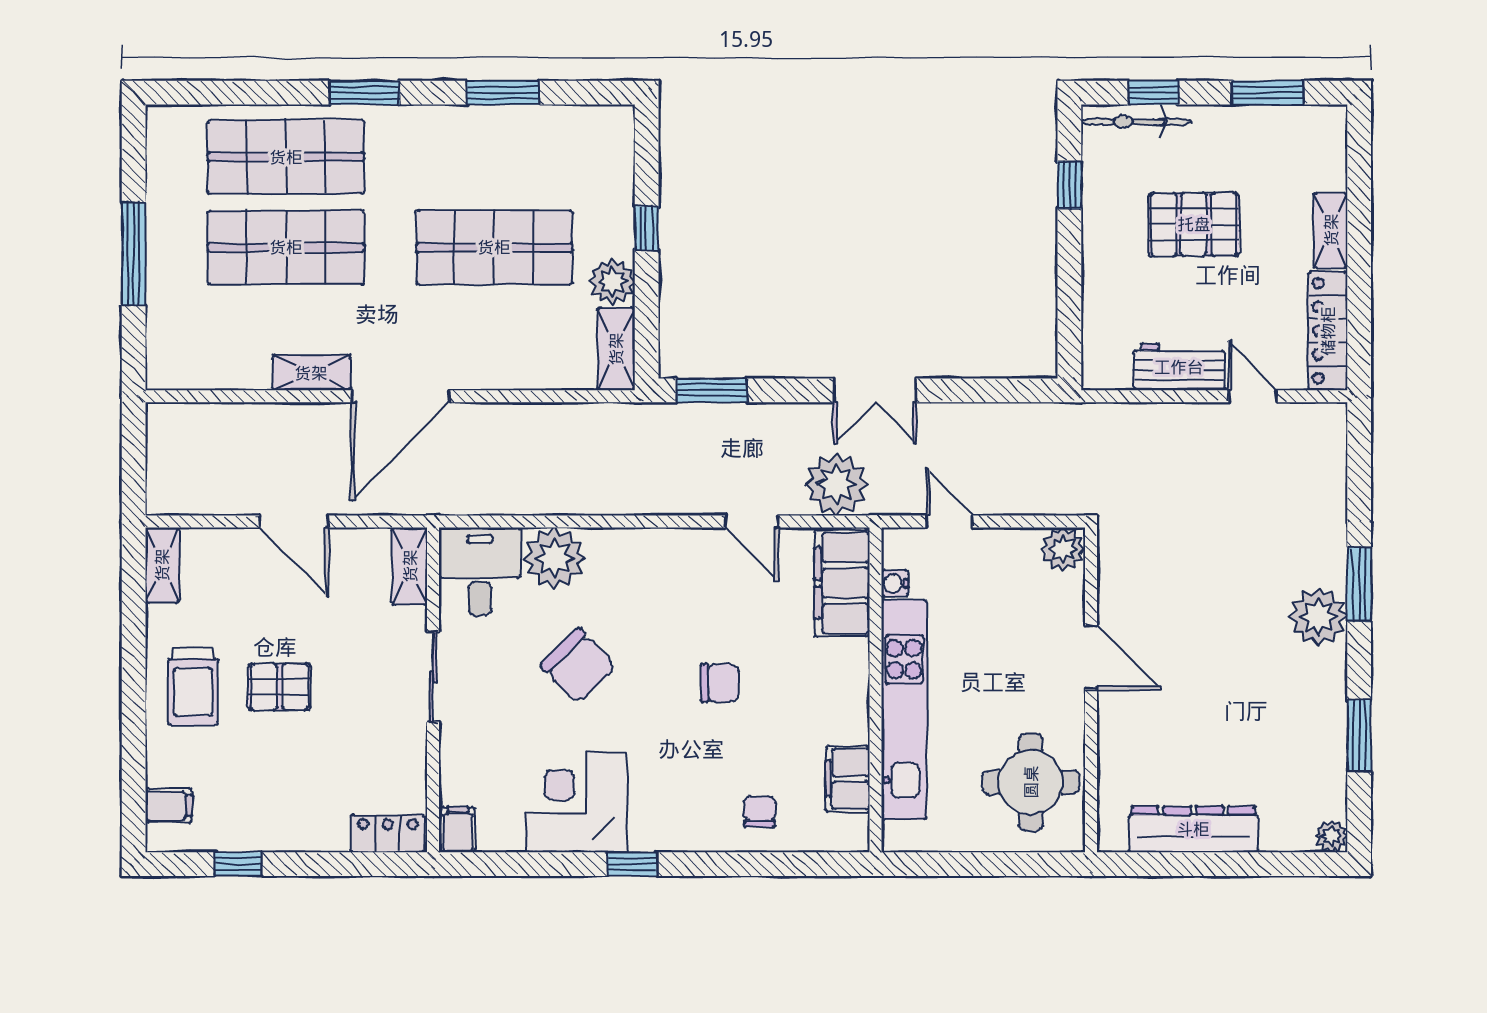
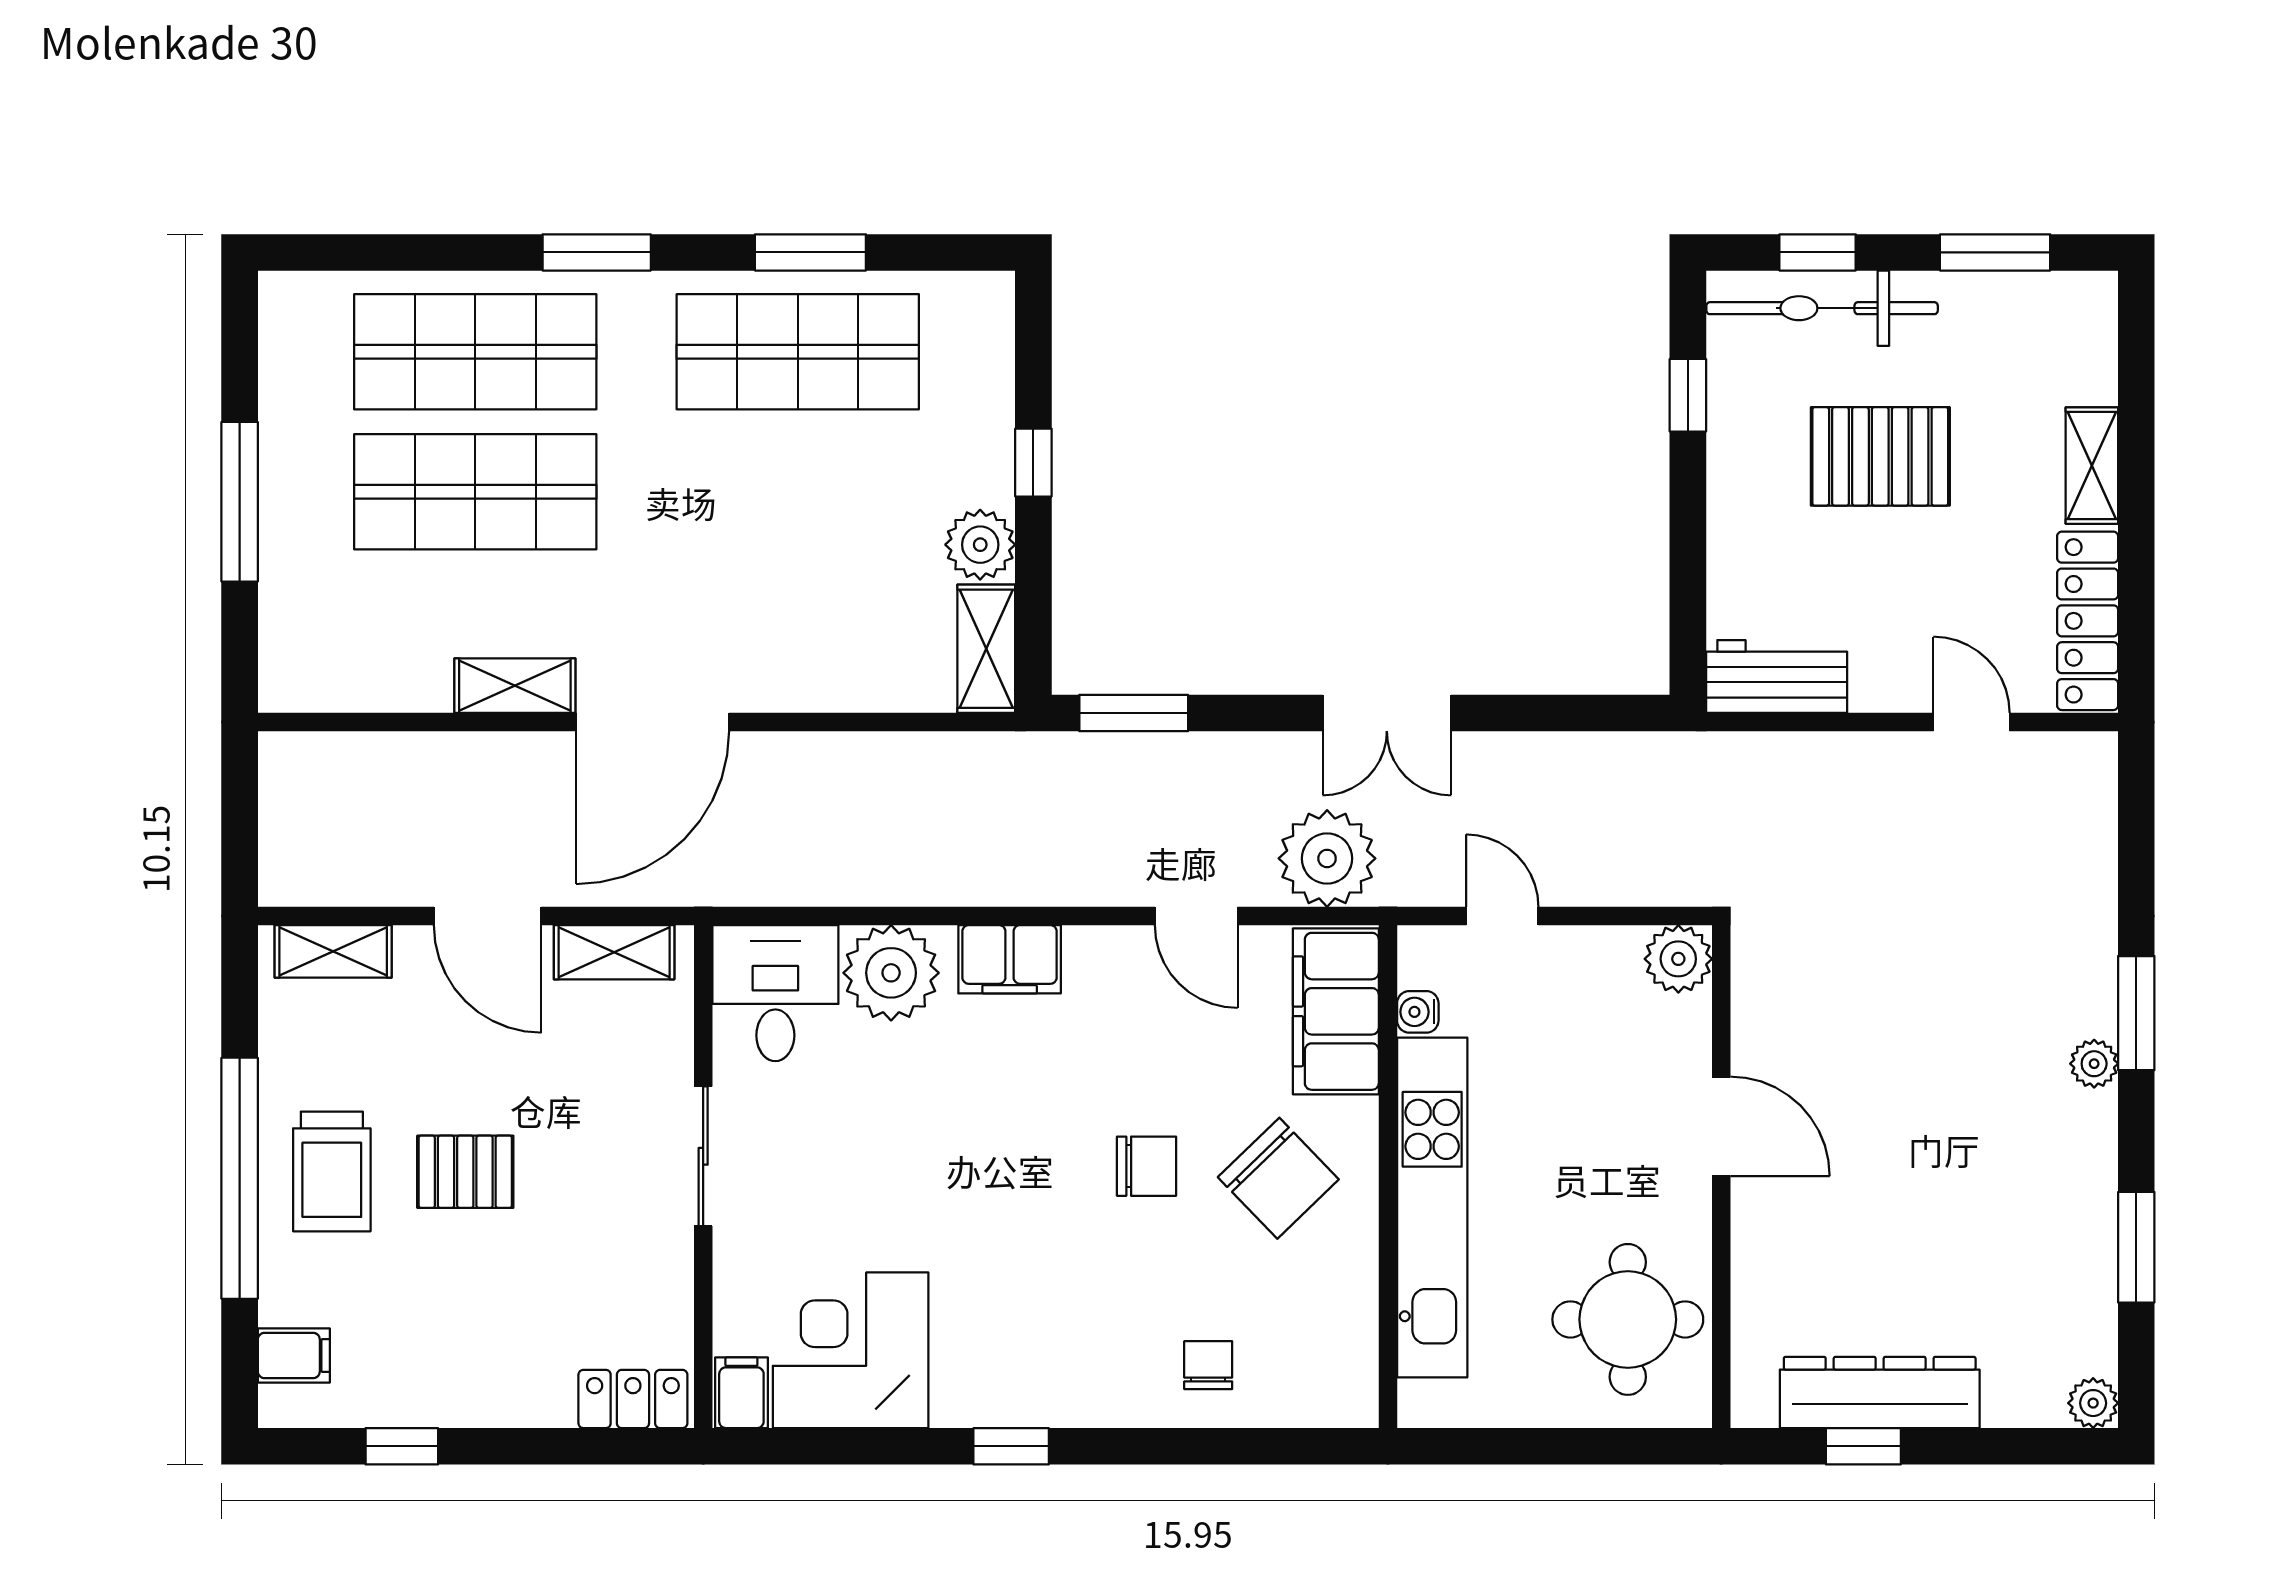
bicycle: (1136, 122) -> (1822, 308), width x1.37, depth x1.40
shop shelf: (494, 247) -> (798, 352), moved
workbench: (1179, 367) -> (1777, 677), moved
shelving: (162, 565) -> (333, 951), moved, turned 90
shelving: (410, 566) -> (614, 952), moved, turned 90
plant: (1318, 617) -> (2094, 1064), width x0.53, depth x0.53
chair: (578, 666) -> (1278, 1178), moved
window: (134, 691) -> (240, 1178), added
filing cabinet: (848, 779) -> (1010, 959), moved, turned -90
corner desk: (576, 802) -> (851, 1350), moved
window: (1183, 864) -> (1863, 1446), added

